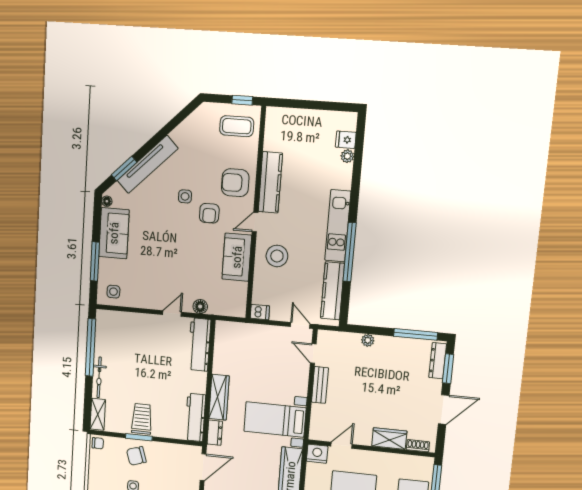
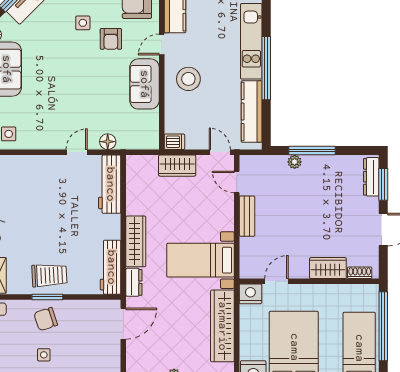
wardrobe: (261, 334) -> (177, 166), added
window: (416, 334) -> (312, 150), moved
trolley: (142, 419) -> (49, 275), turned 87

